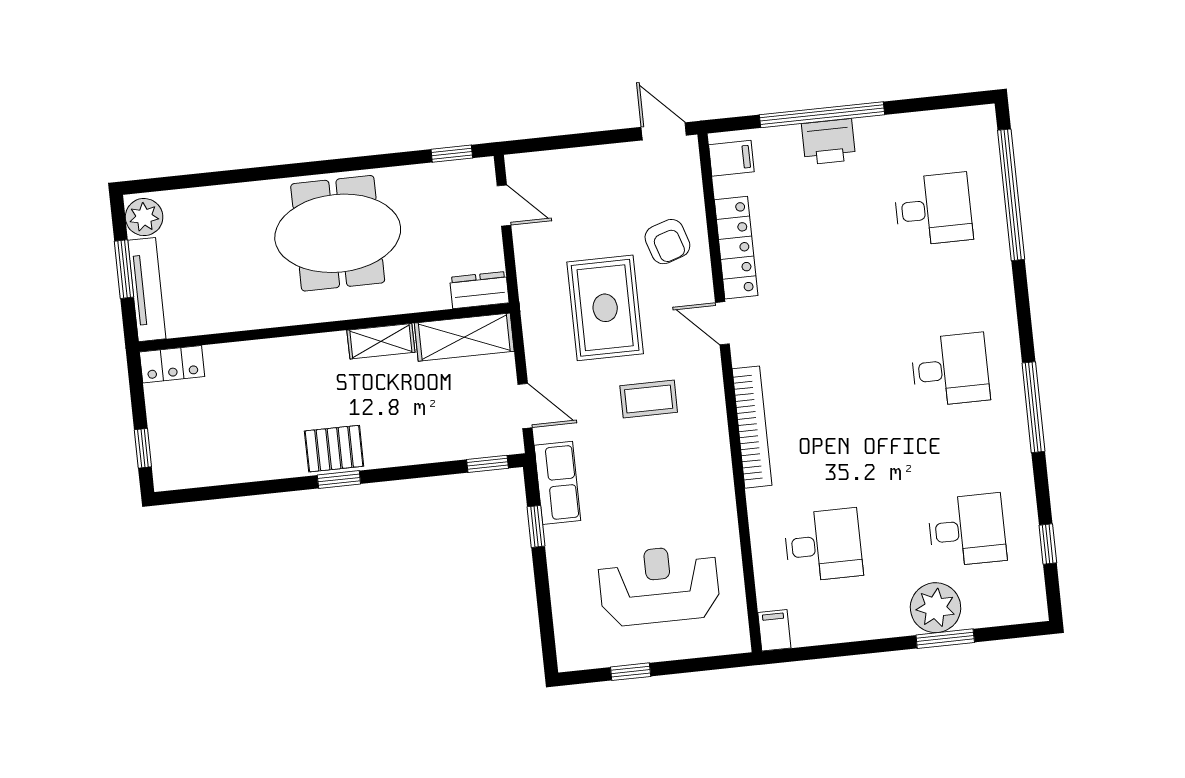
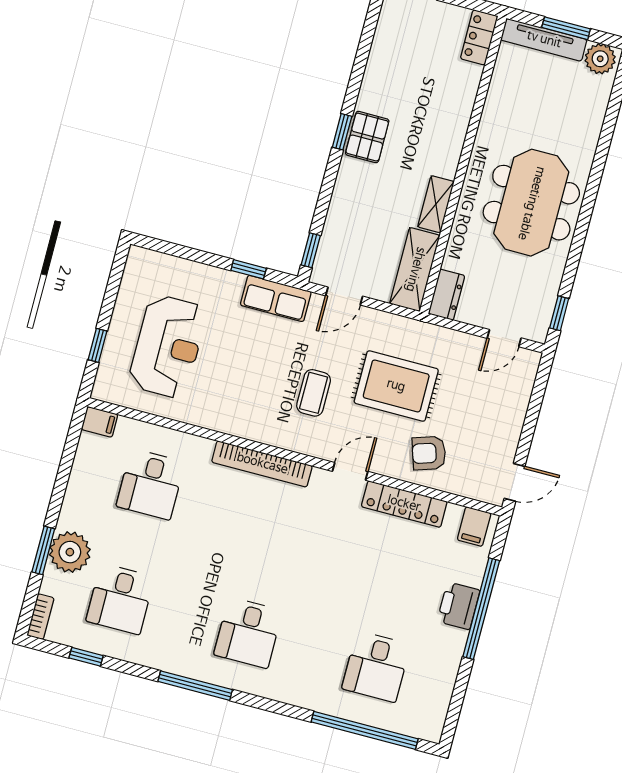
bookcase: (1022, 613) -> (40, 617), added
window: (631, 672) -> (97, 345), moved

